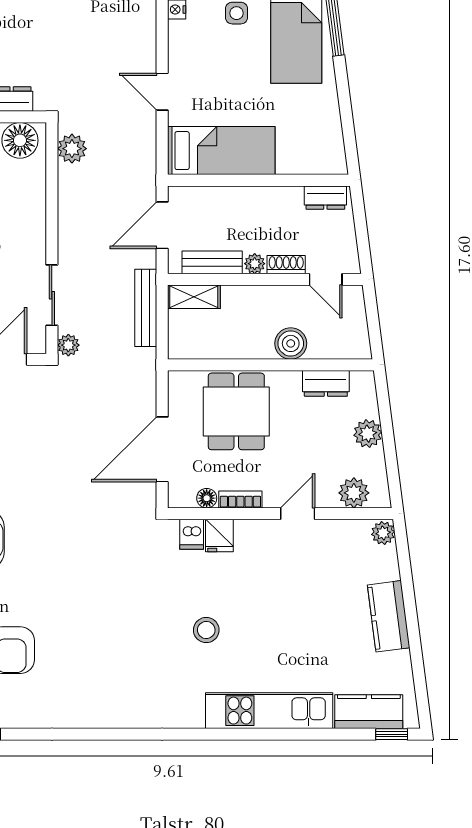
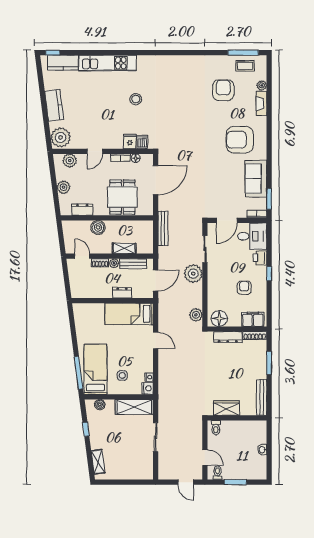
dresser: (325, 198) -> (122, 293), moved
shelving: (194, 297) -> (124, 248), moved
bench: (146, 308) -> (163, 228), moved
plant: (68, 345) -> (193, 274), moved, width x1.88, depth x1.88
plant: (383, 533) -> (61, 137), width x1.88, depth x1.88

